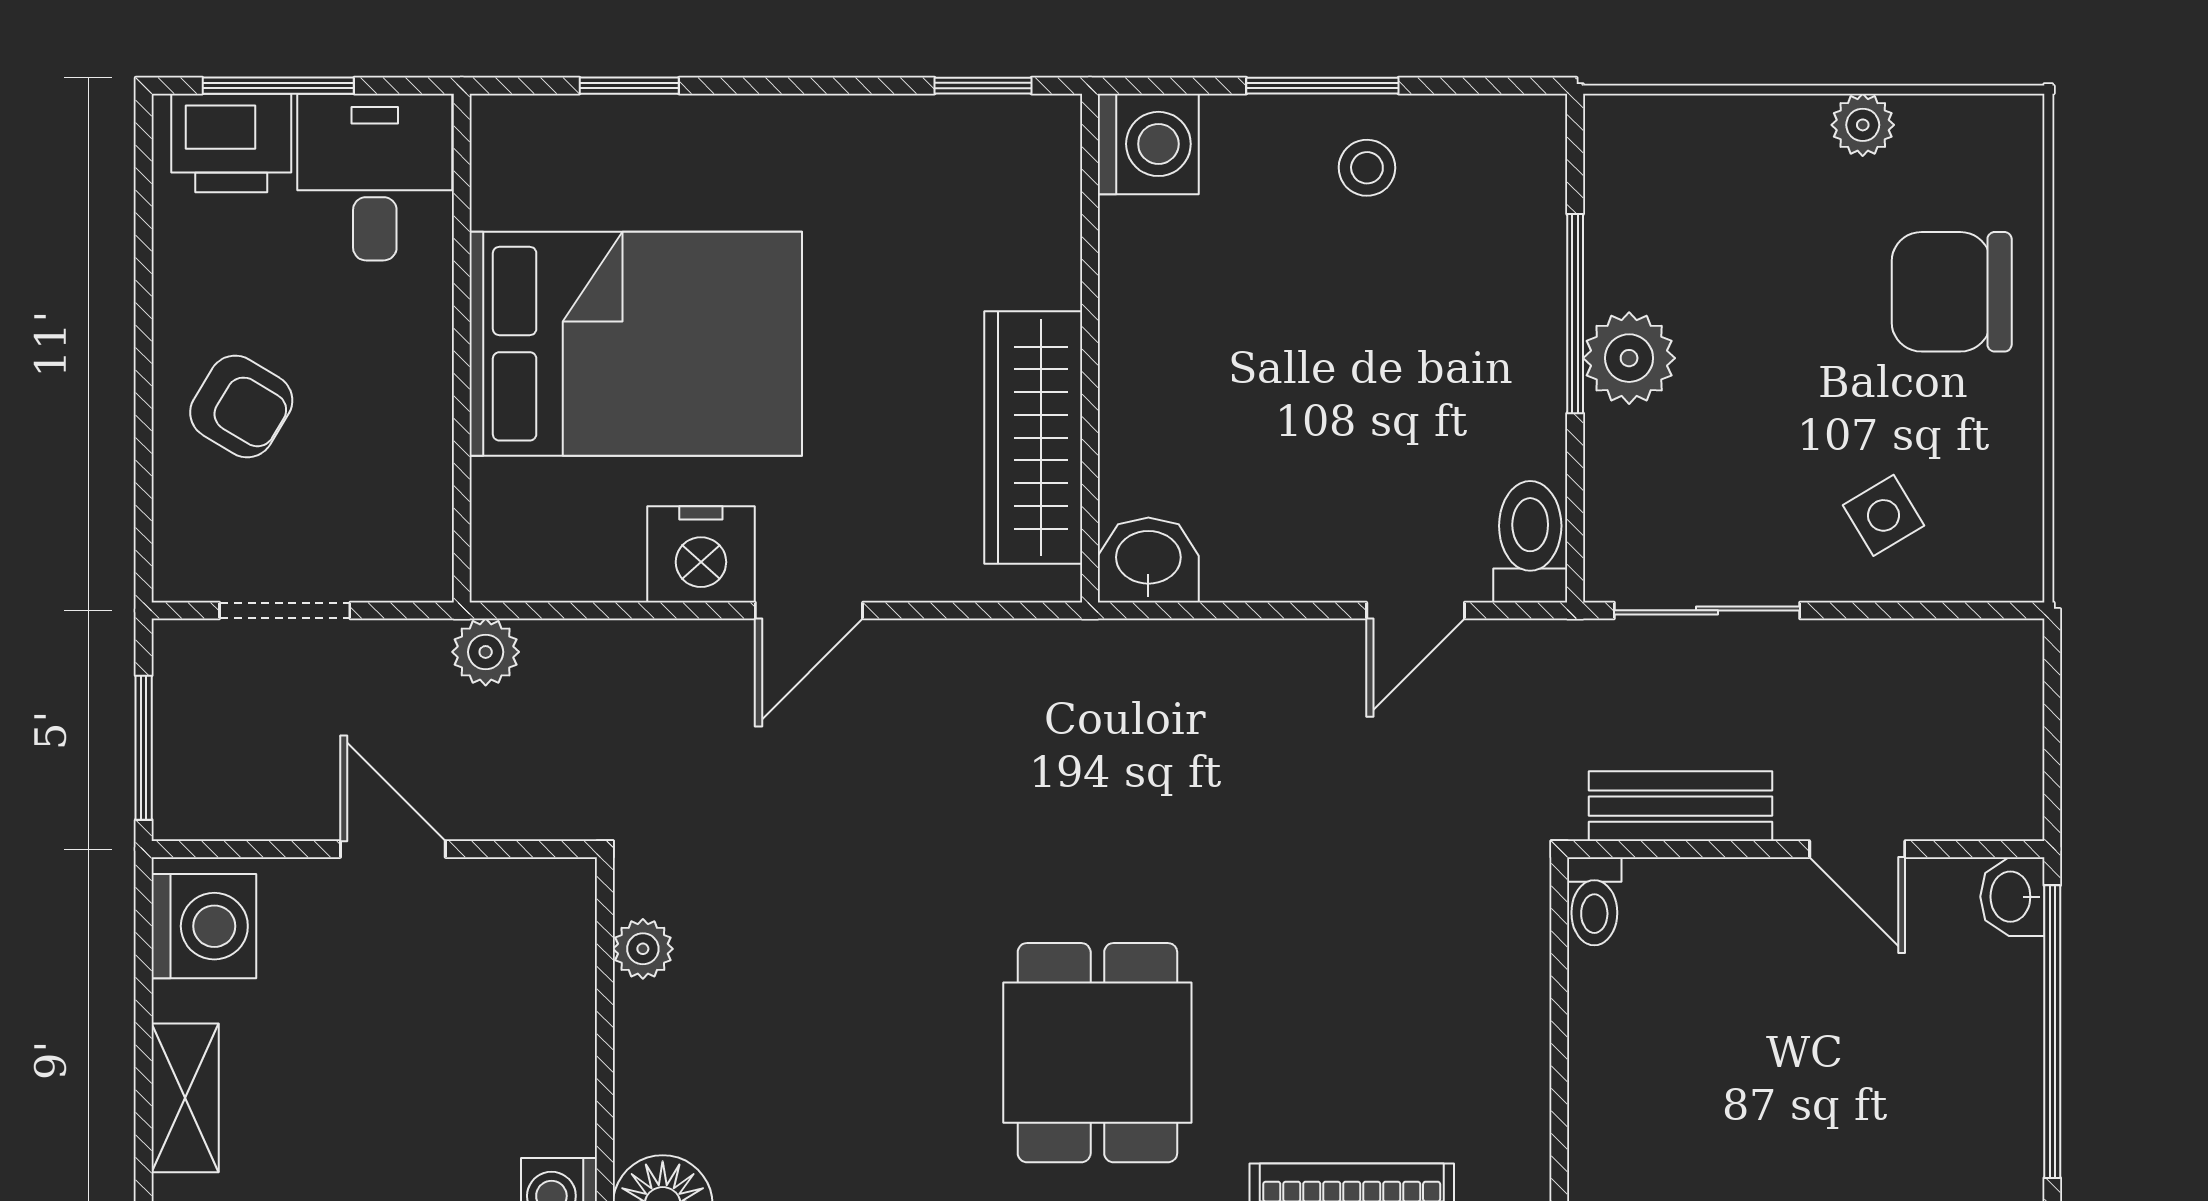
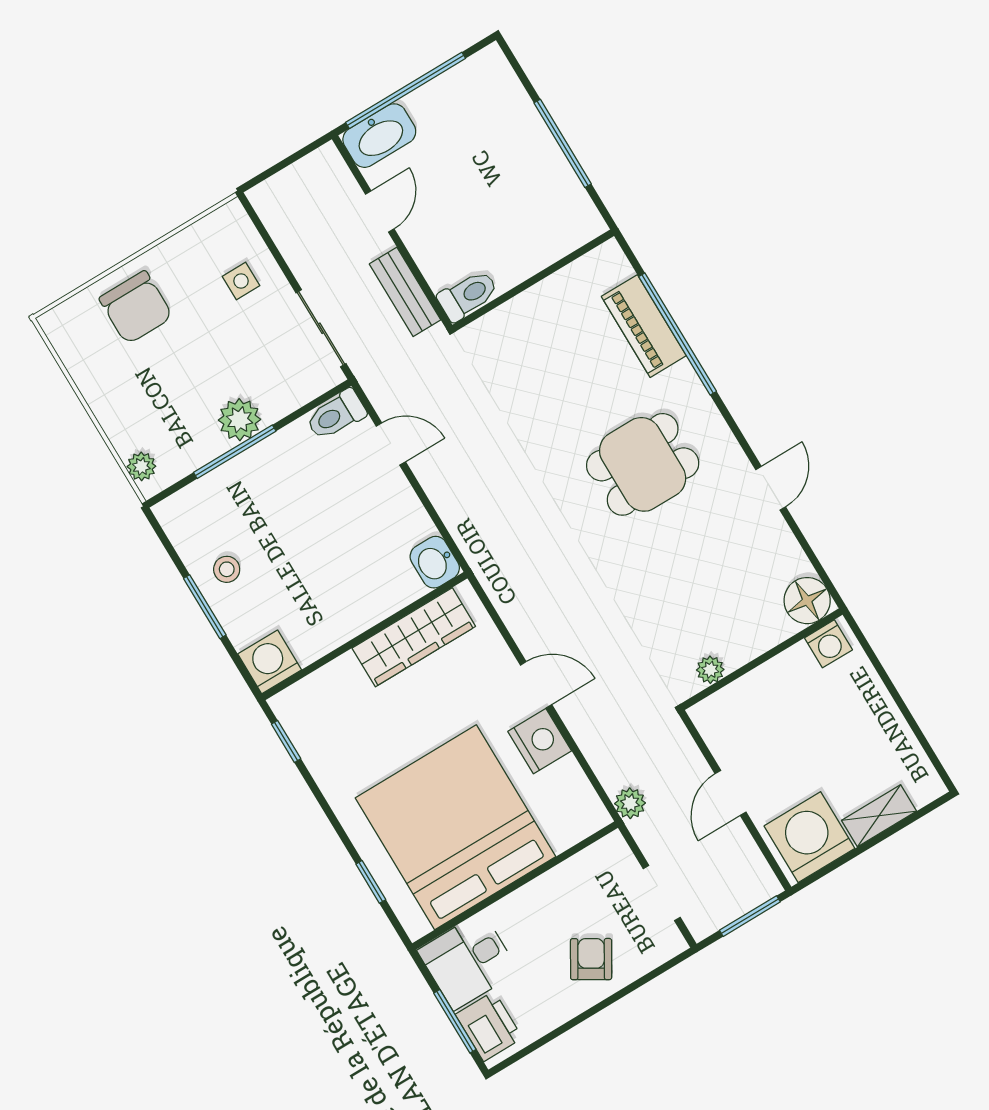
plant: (1863, 125) -> (141, 466), moved
bed: (636, 344) -> (455, 827), width x1.36
side table: (1883, 515) -> (241, 281), turned 31
washbasin: (2012, 897) -> (379, 136), width x1.91, depth x1.45
toilet: (1594, 901) -> (468, 295), width x1.37, depth x1.39
washing machine: (204, 926) -> (809, 837), width x1.37, depth x1.37

